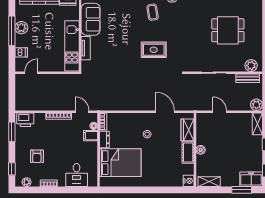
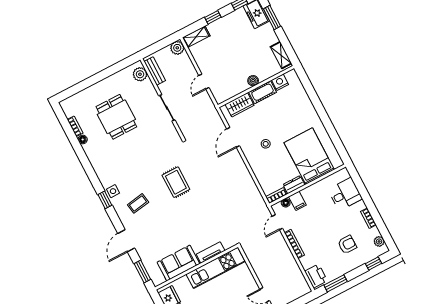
nightstand: (189, 181) -> (280, 82), moved

